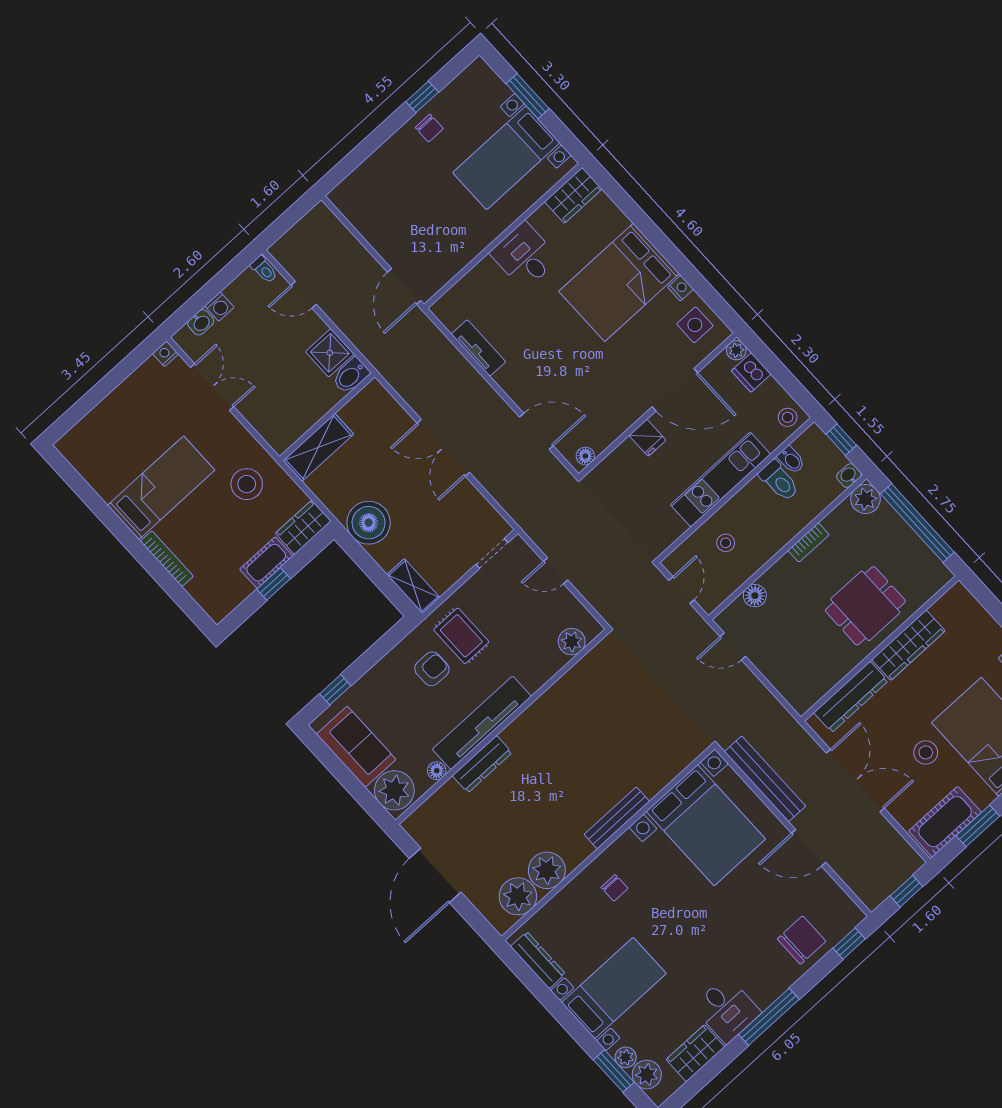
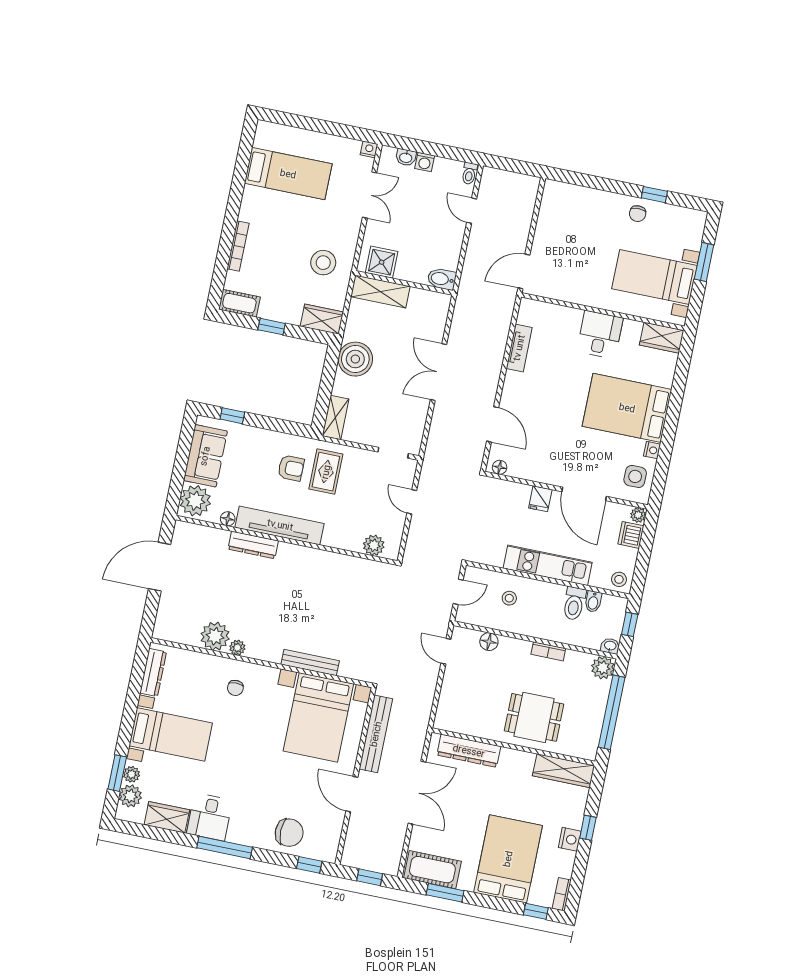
shower: (330, 353) -> (382, 262), moved
bed: (161, 488) -> (288, 174), moved
cot: (266, 563) -> (239, 303), moved
wardrobe: (908, 645) -> (564, 771), moved
stool: (926, 752) -> (468, 825), removed
bench: (617, 818) -> (310, 663), moved
plant: (518, 896) -> (237, 648), moved, width x0.53, depth x0.53

